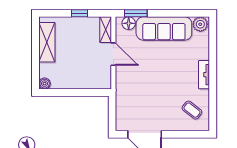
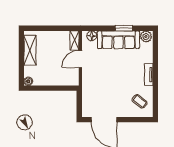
window: (79, 13) -> (55, 28), removed
window: (136, 13) -> (124, 28), moved
door: (113, 54) -> (80, 59), swing flipped

